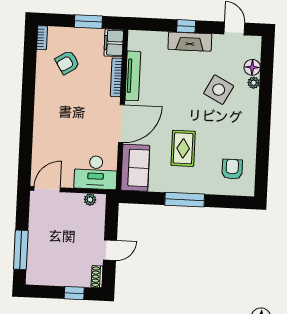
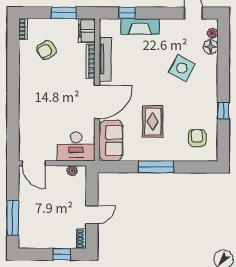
window: (186, 26) -> (127, 13), moved
fireplace: (190, 42) -> (140, 26), moved
plant: (254, 83) -> (213, 33), moved
window: (263, 140) -> (223, 111), added
door: (47, 189) -> (34, 163), swing flipped

